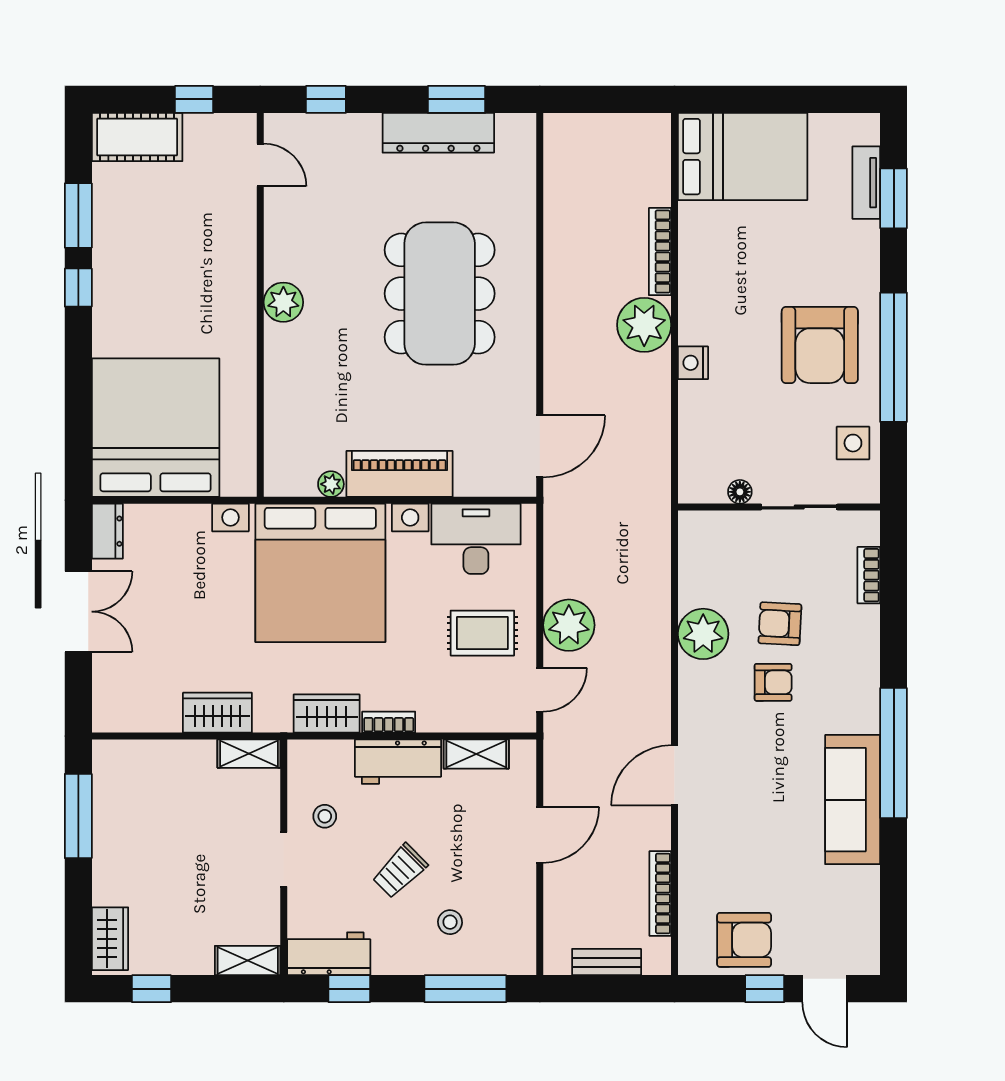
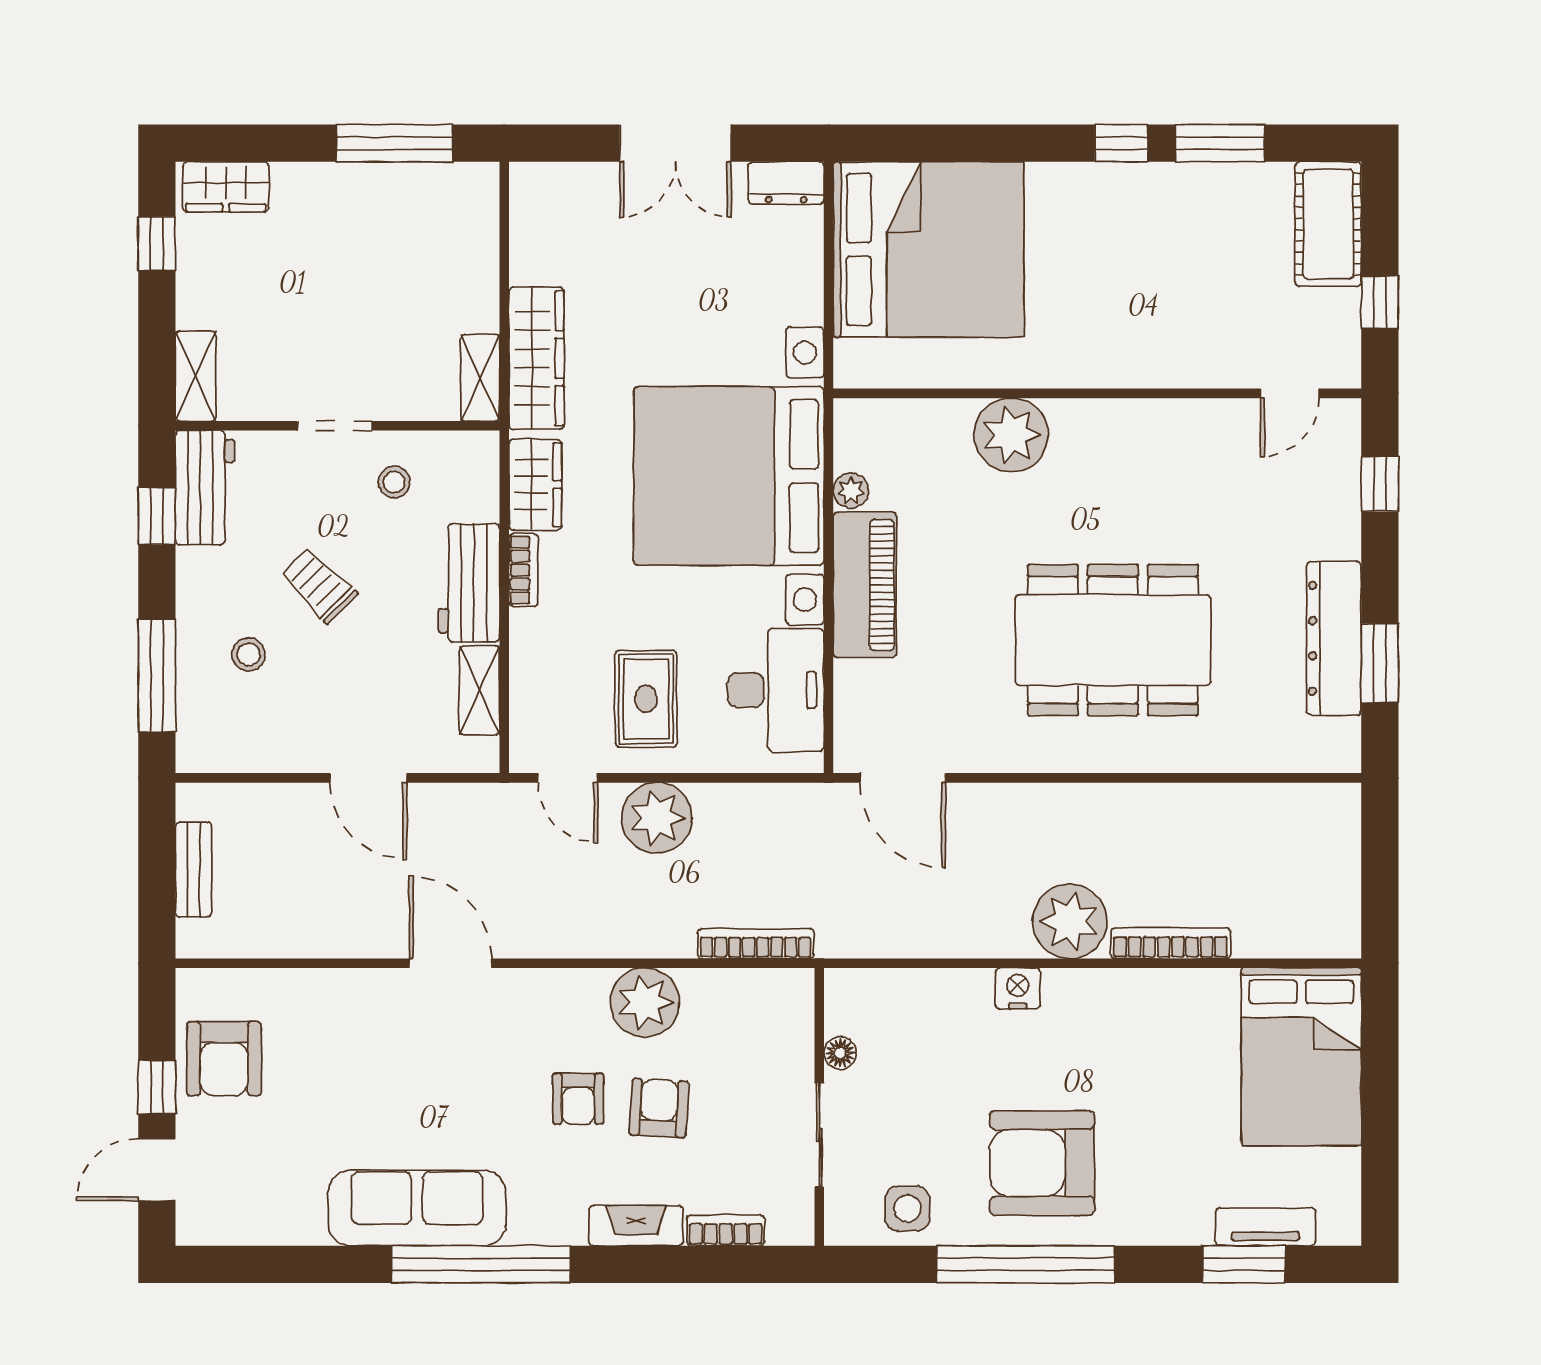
plant: (283, 302) -> (1011, 435), moved, width x1.36, depth x1.36
fireplace: (865, 640) -> (636, 1226), added
wardrobe: (217, 713) -> (536, 358), width x1.50
bookcase: (660, 893) -> (756, 944), moved

